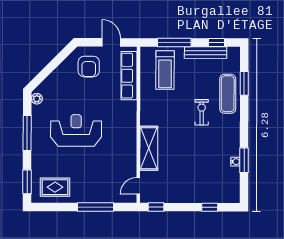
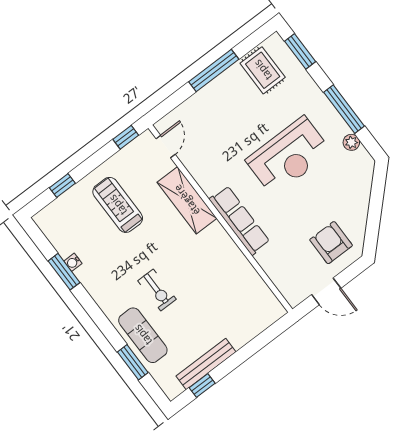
window: (174, 42) -> (252, 348), removed
treadmill: (165, 70) -> (118, 205), moved
row of seats: (129, 76) -> (239, 221), moved
plant: (37, 99) -> (351, 142), moved
rug: (55, 187) -> (263, 70), turned 90
window: (95, 207) -> (214, 71), moved

